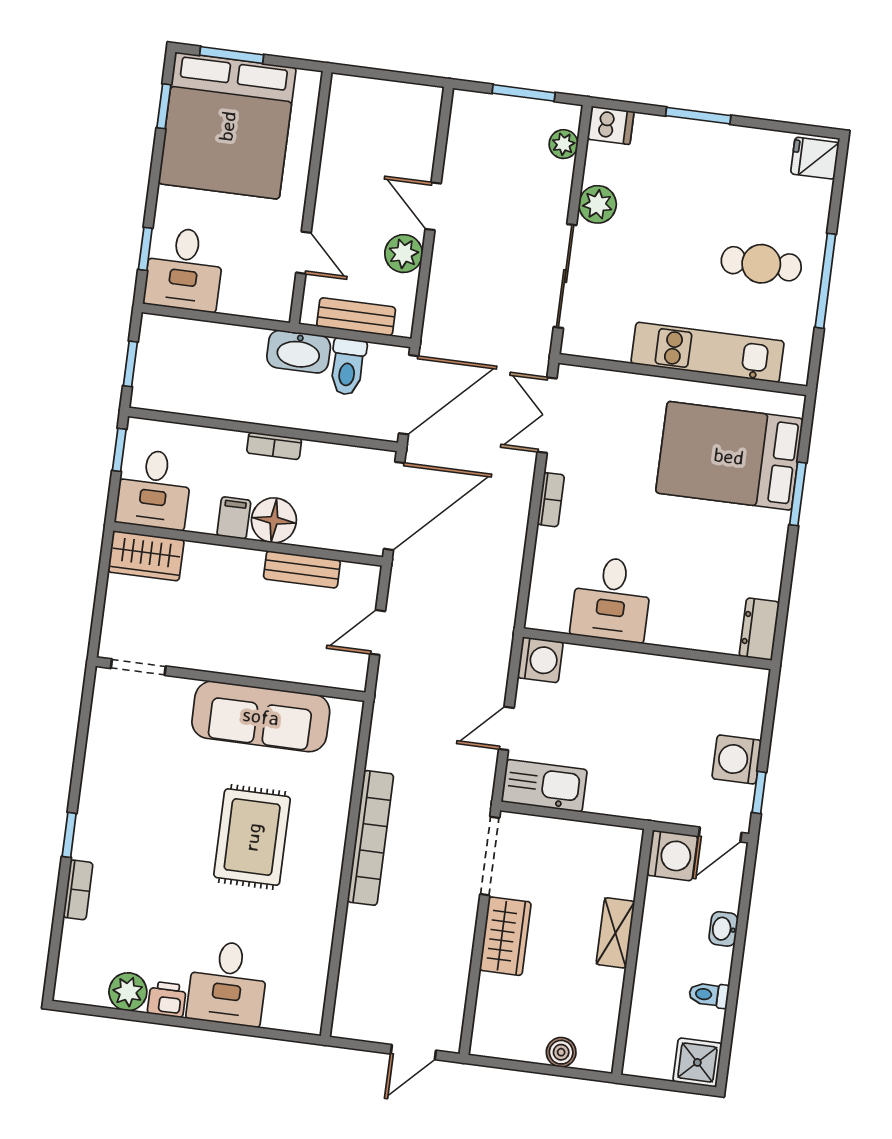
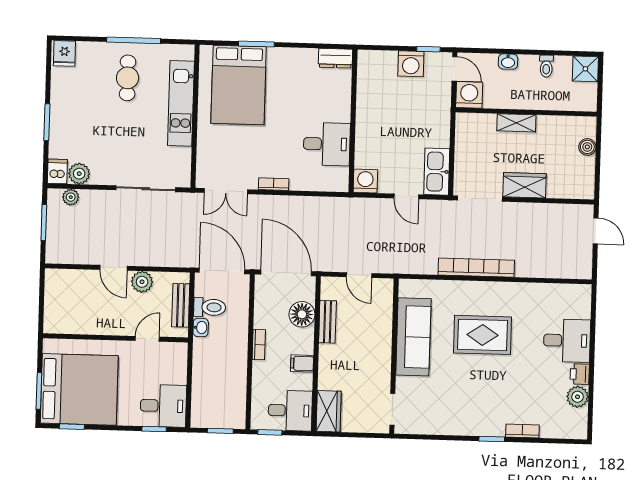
plant: (598, 204) -> (79, 174), moved
door: (433, 206) -> (113, 268), hinge flipped
washbasin: (299, 352) -> (201, 327), width x0.52, depth x0.69
floor lamp: (274, 520) -> (302, 314), moved

